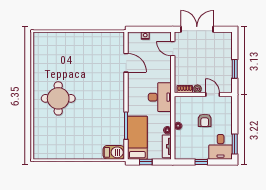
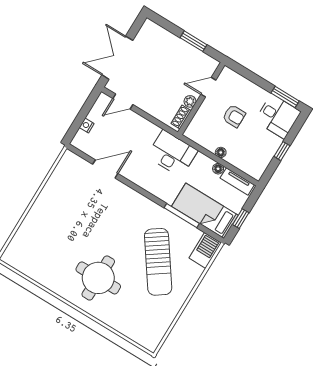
sun lounger: (90, 128) -> (158, 262), added

